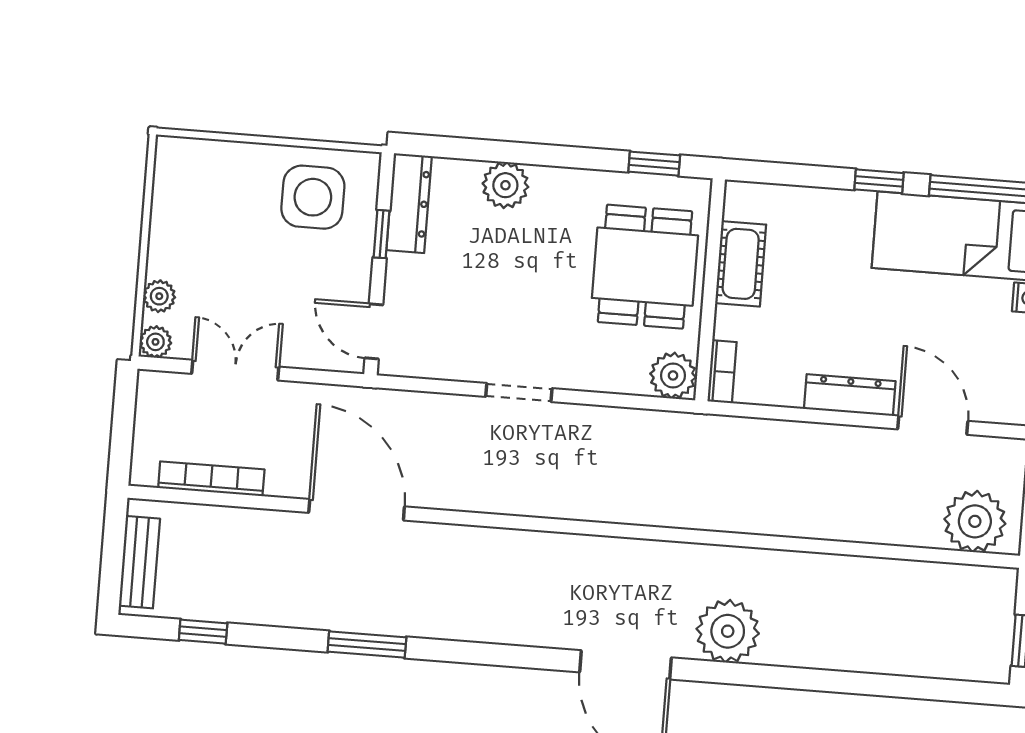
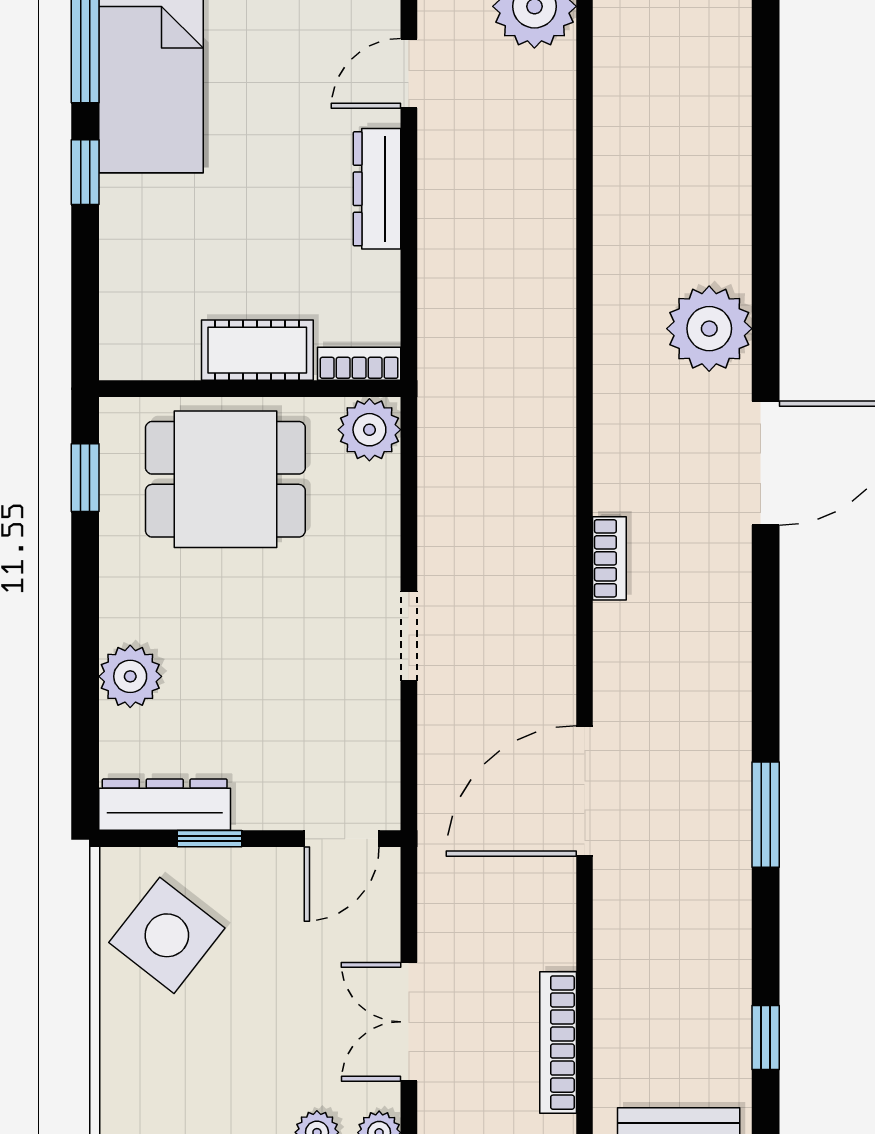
side table: (313, 197) -> (167, 935), turned 38
cot: (741, 264) -> (257, 350), moved
door: (933, 425) -> (409, 73), width x0.73
door: (357, 510) -> (585, 791), moved
bookcase: (564, 545) -> (609, 558), added

